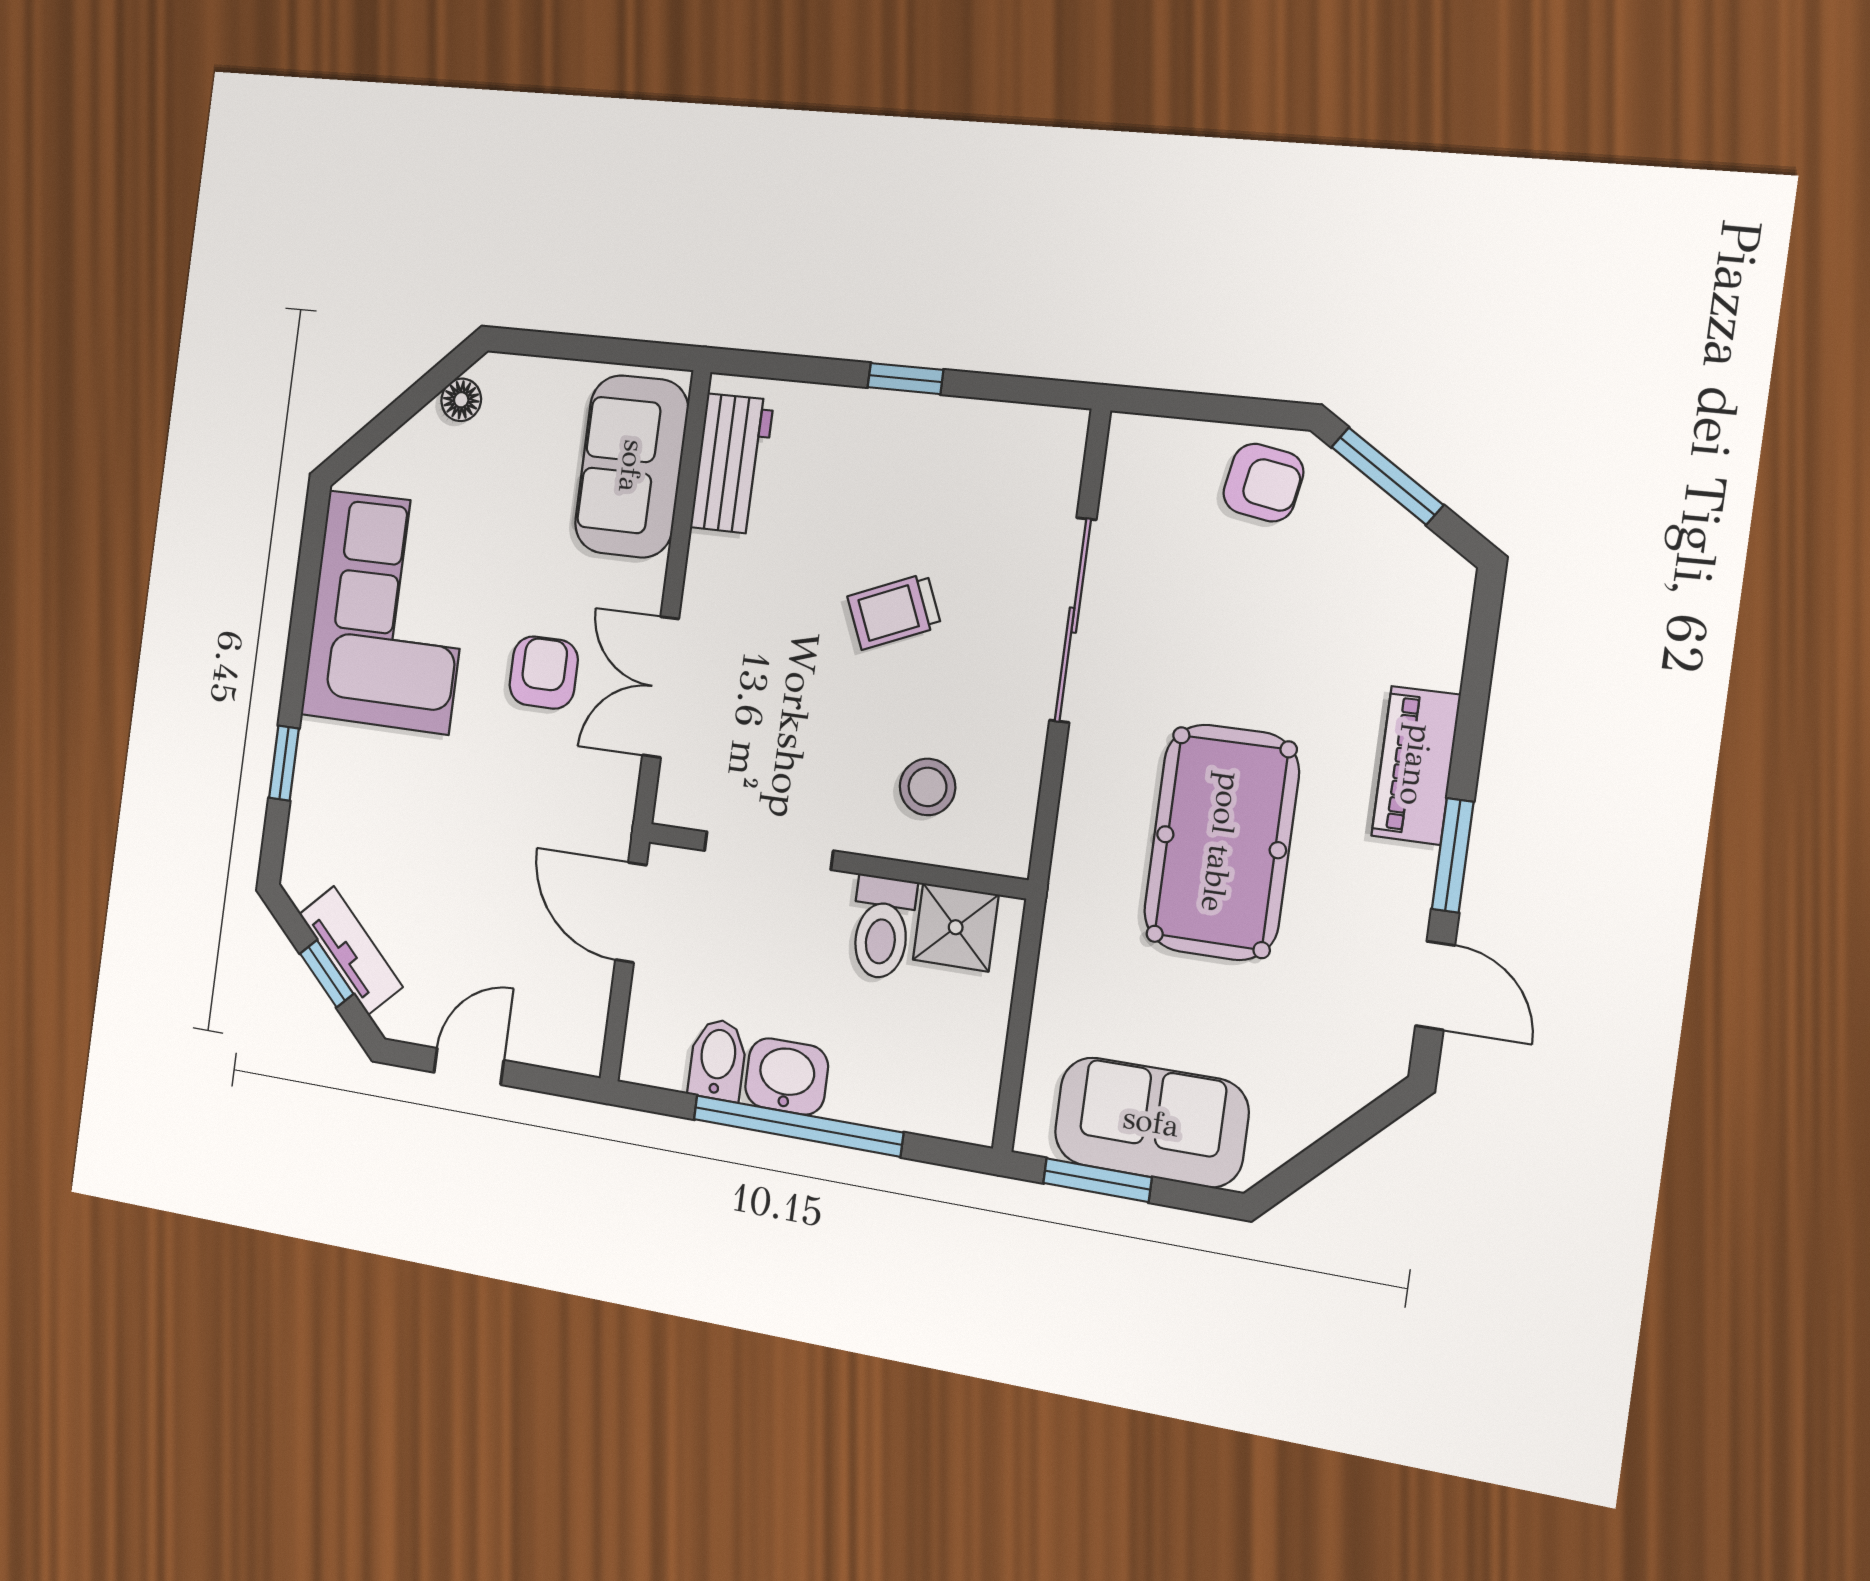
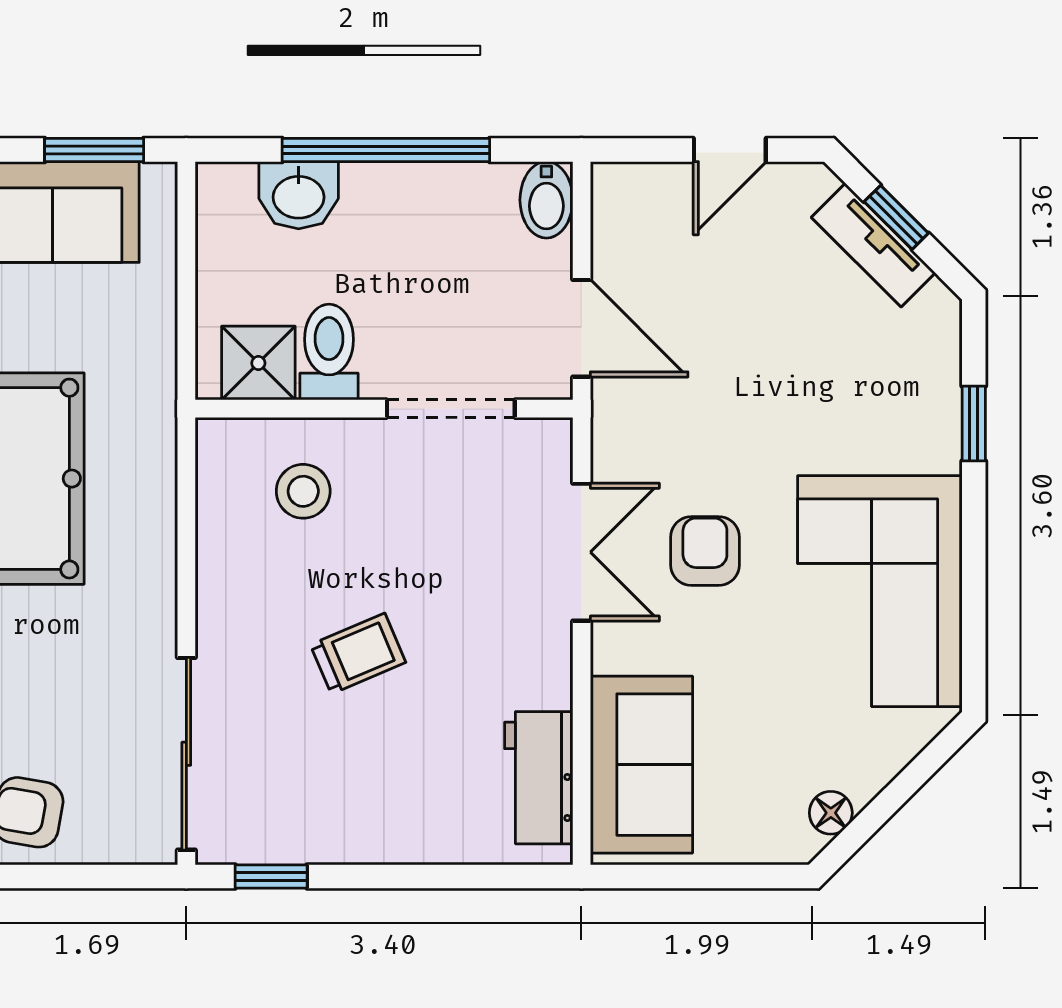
window: (905, 379) -> (271, 877), moved
sliding door: (1073, 620) -> (186, 754), moved
armchair: (544, 673) -> (705, 551), turned 180
bidet: (718, 1060) -> (546, 200), moved
washbasin: (787, 1076) -> (299, 195), moved

